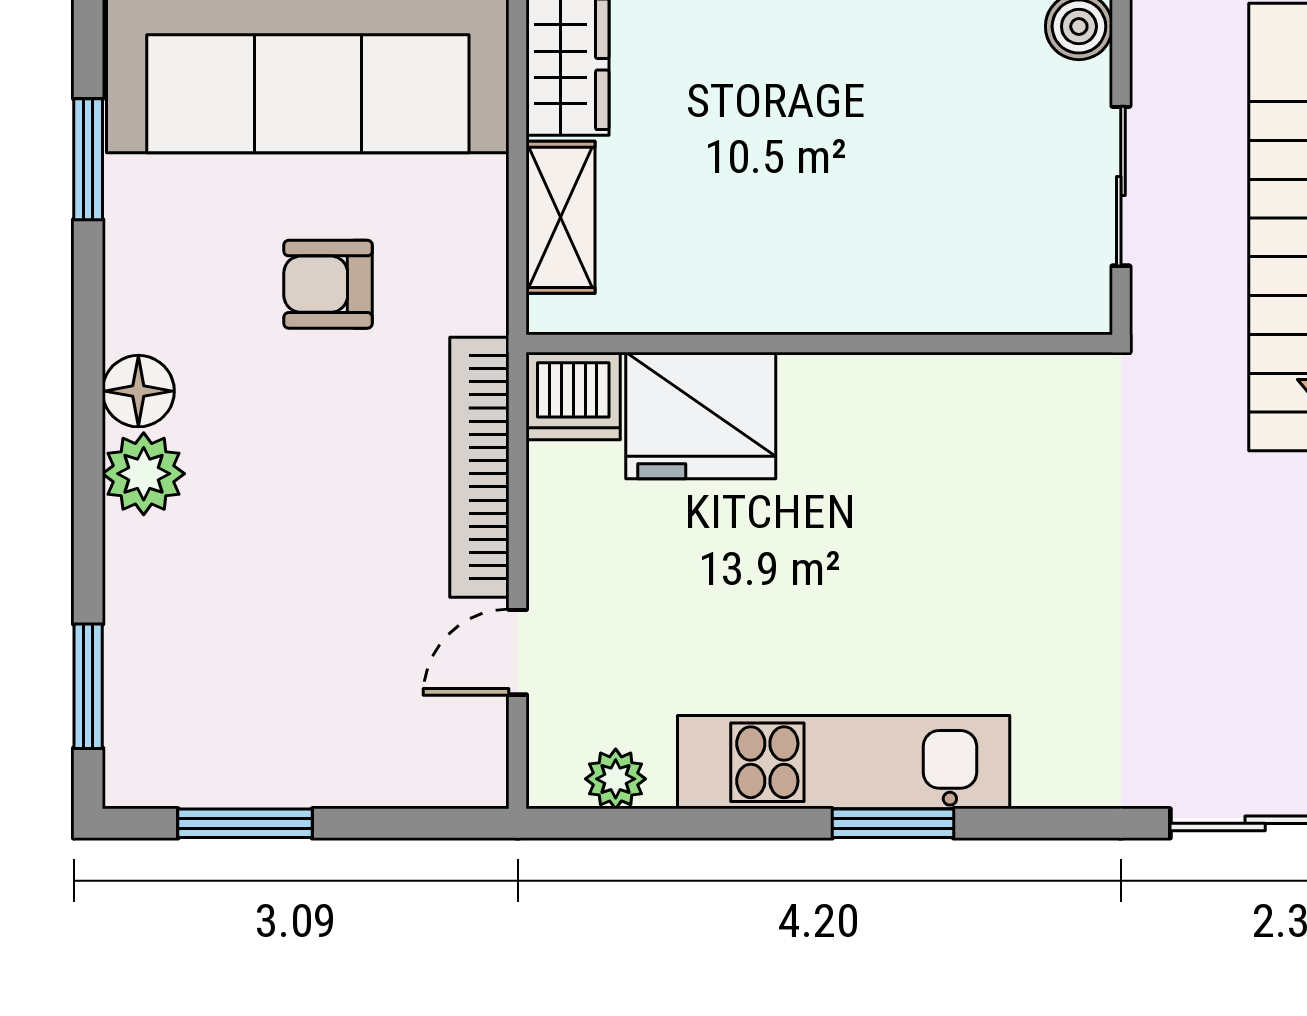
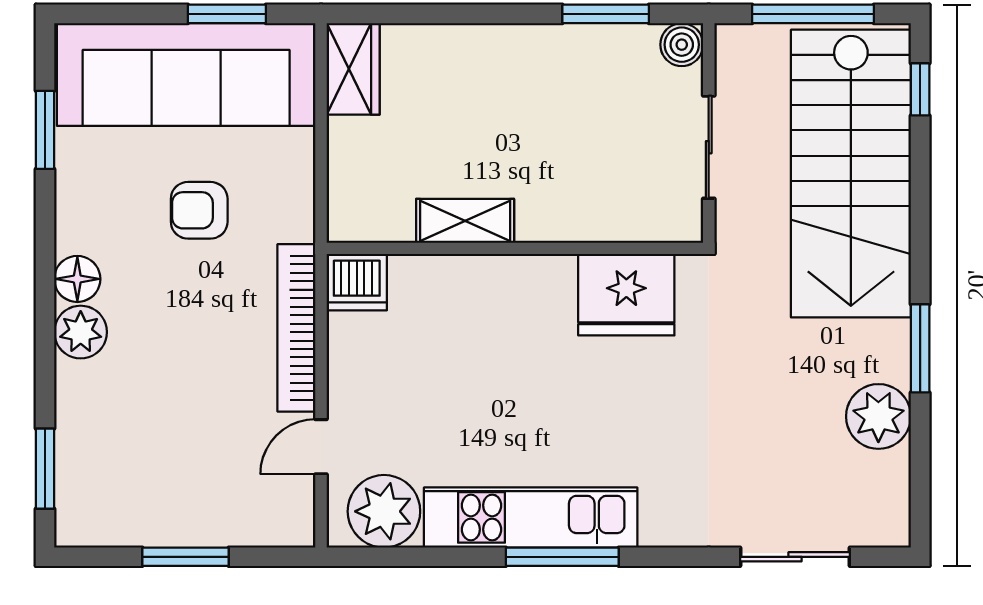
shelving: (560, 217) -> (465, 221), moved, turned 90
fridge: (701, 416) -> (626, 295), moved
plant: (616, 779) -> (384, 511), width x1.87, depth x1.87
window: (245, 823) -> (185, 557), moved
window: (893, 823) -> (562, 557), width x1.44

